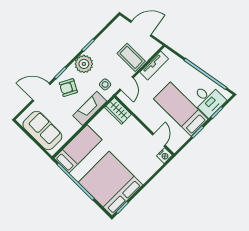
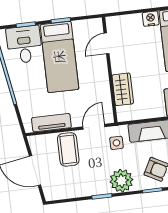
wardrobe: (118, 111) -> (123, 89), moved
nightstand: (164, 156) -> (151, 19), moved

